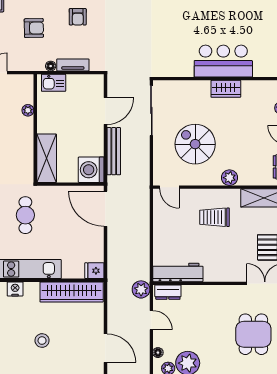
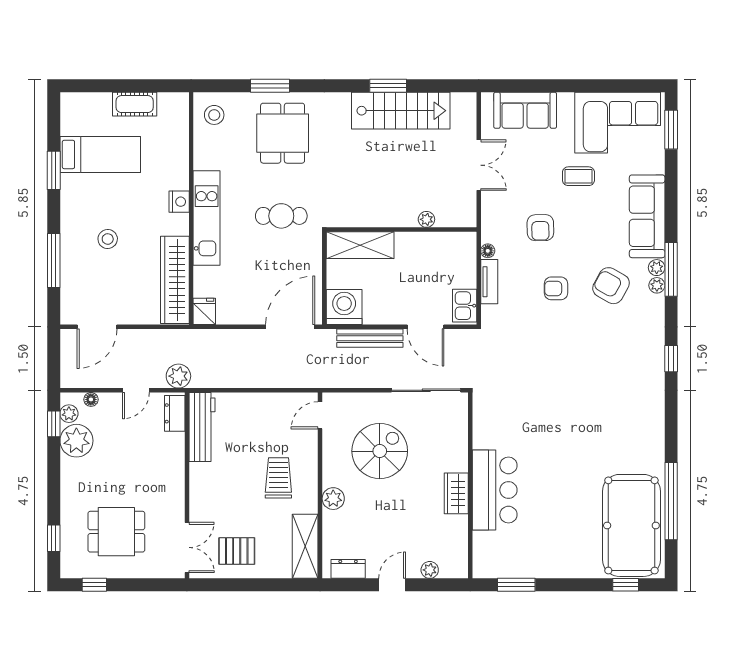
kitchen sink: (54, 83) -> (465, 306), moved

